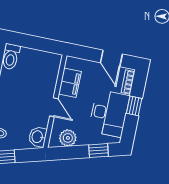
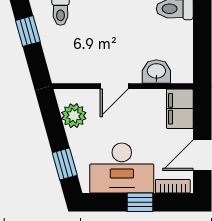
filing cabinet: (70, 83) -> (180, 109), moved, turned 90
washbasin: (38, 137) -> (156, 72), moved

